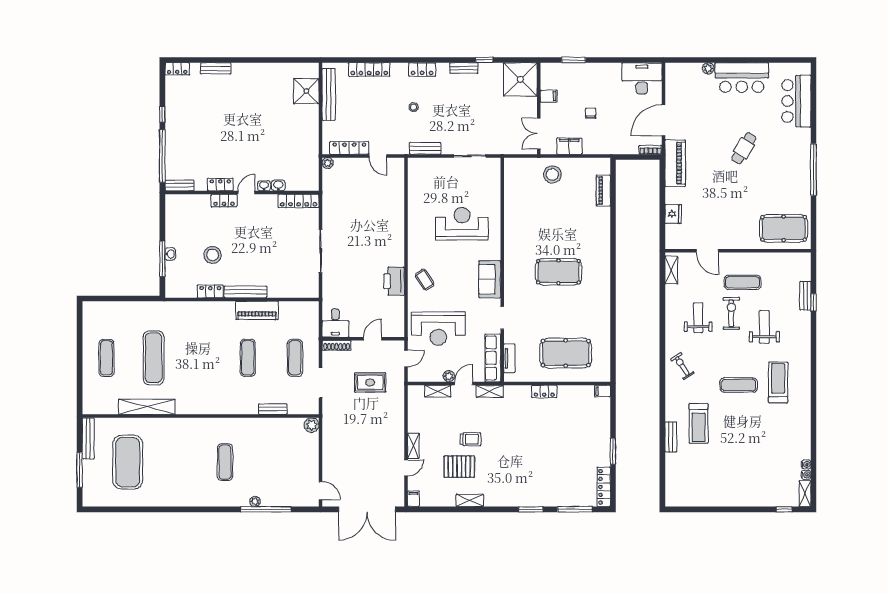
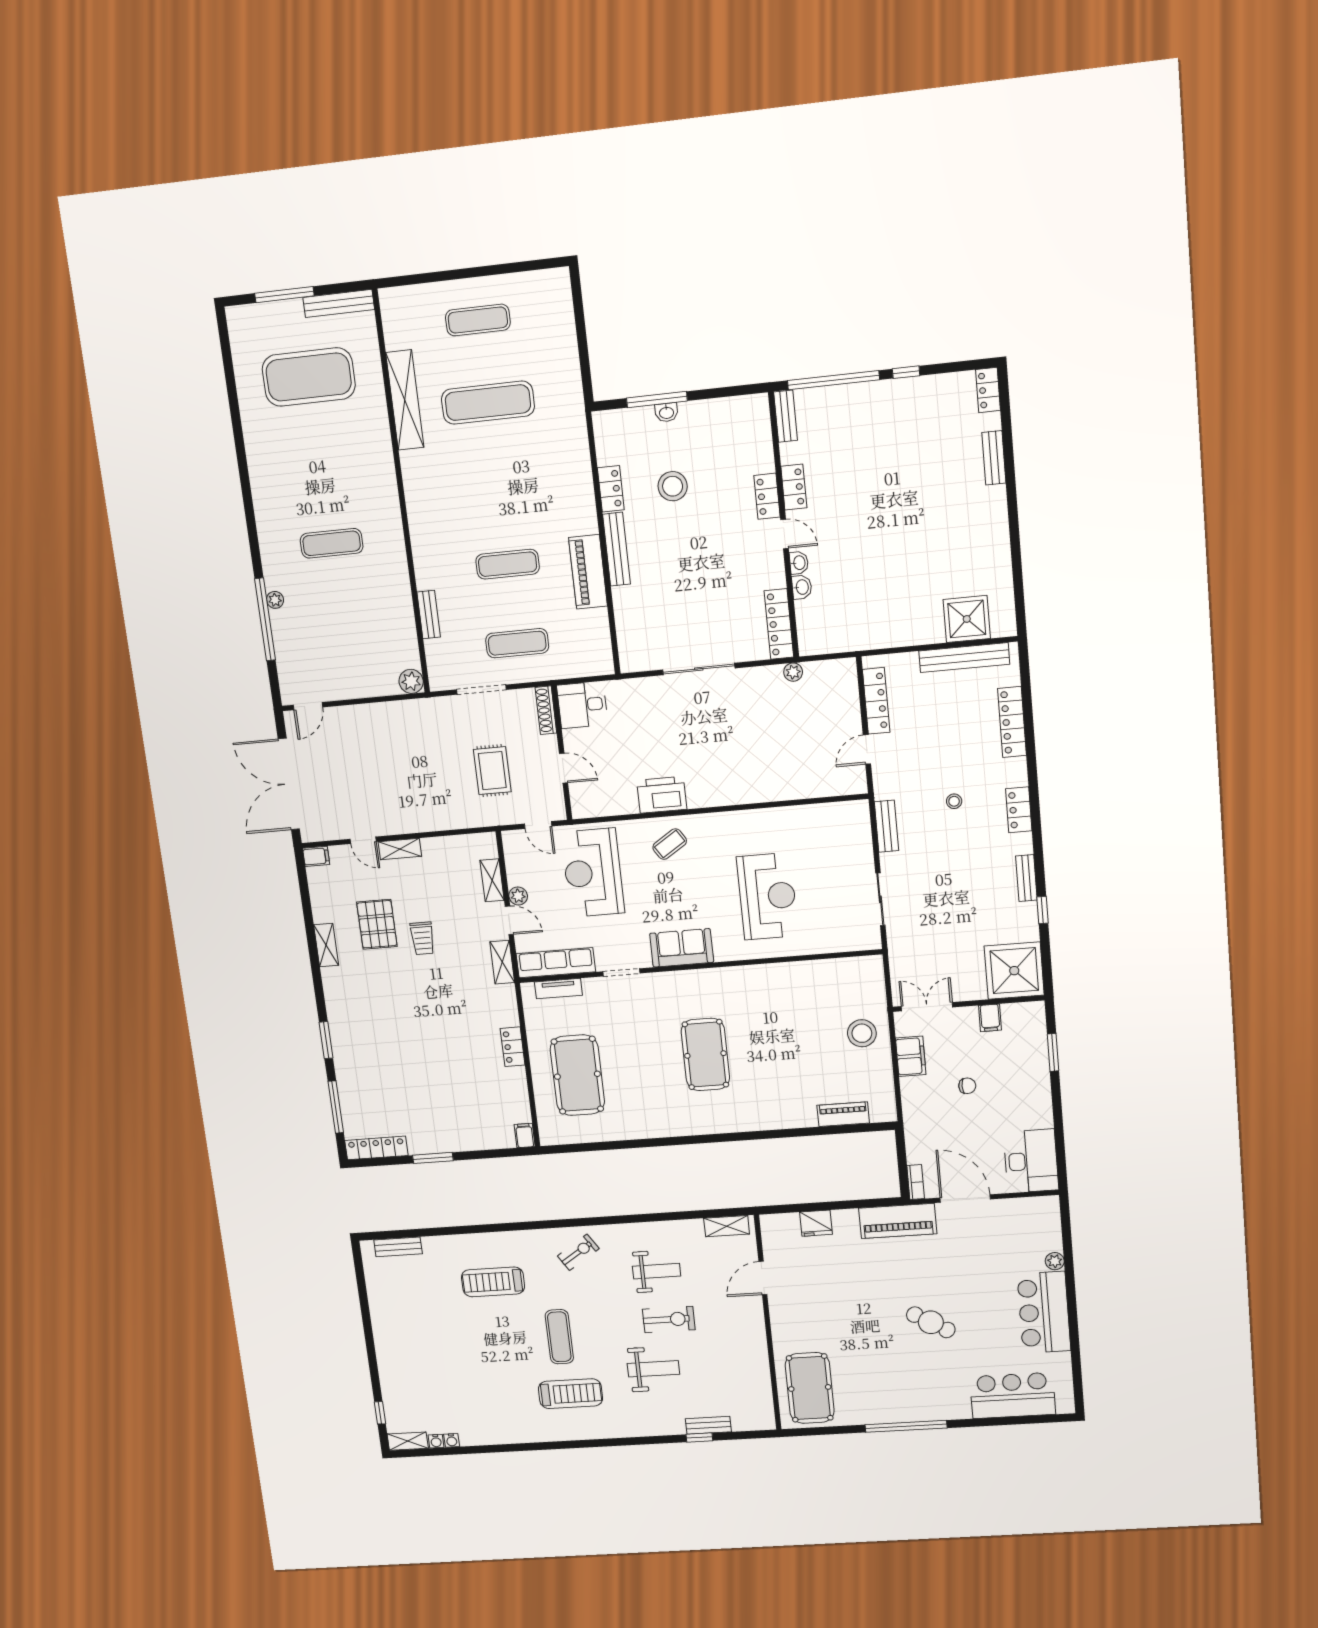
plant: (328, 163) -> (793, 672), moved
exercise mat: (743, 282) -> (719, 1333), removed
bench: (671, 437) -> (398, 1247), moved

